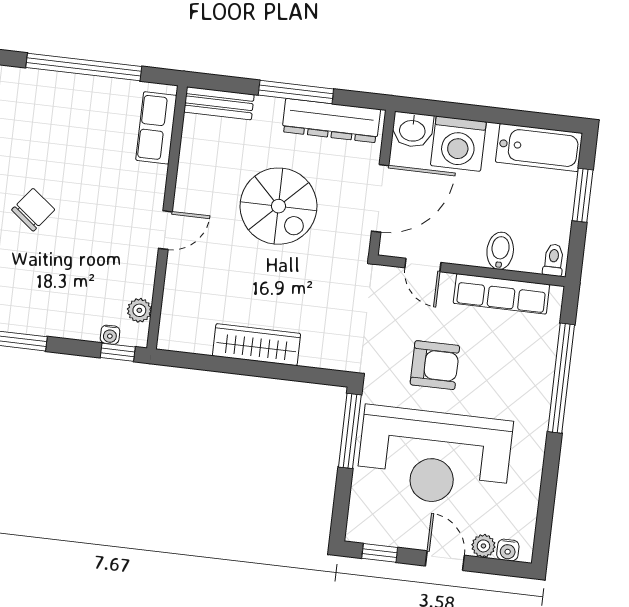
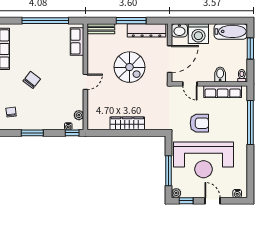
window: (350, 431) -> (169, 171), moved
plant: (483, 546) -> (176, 193), moved

